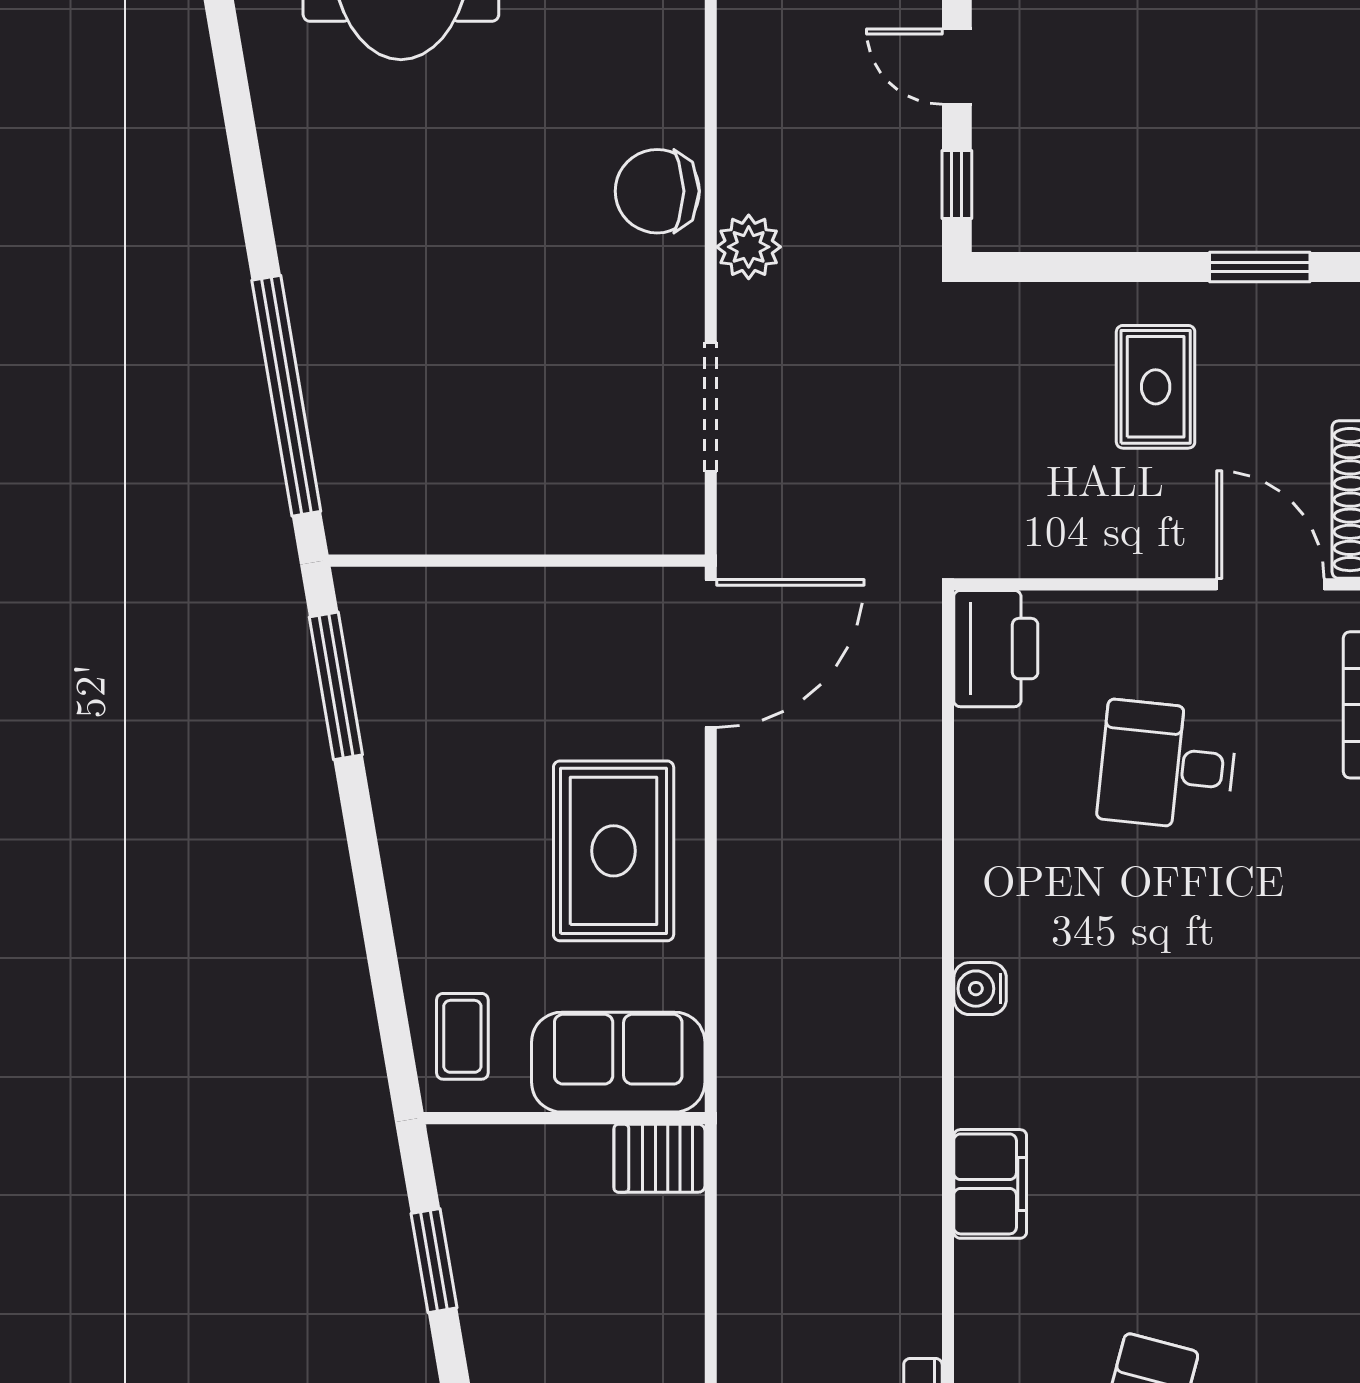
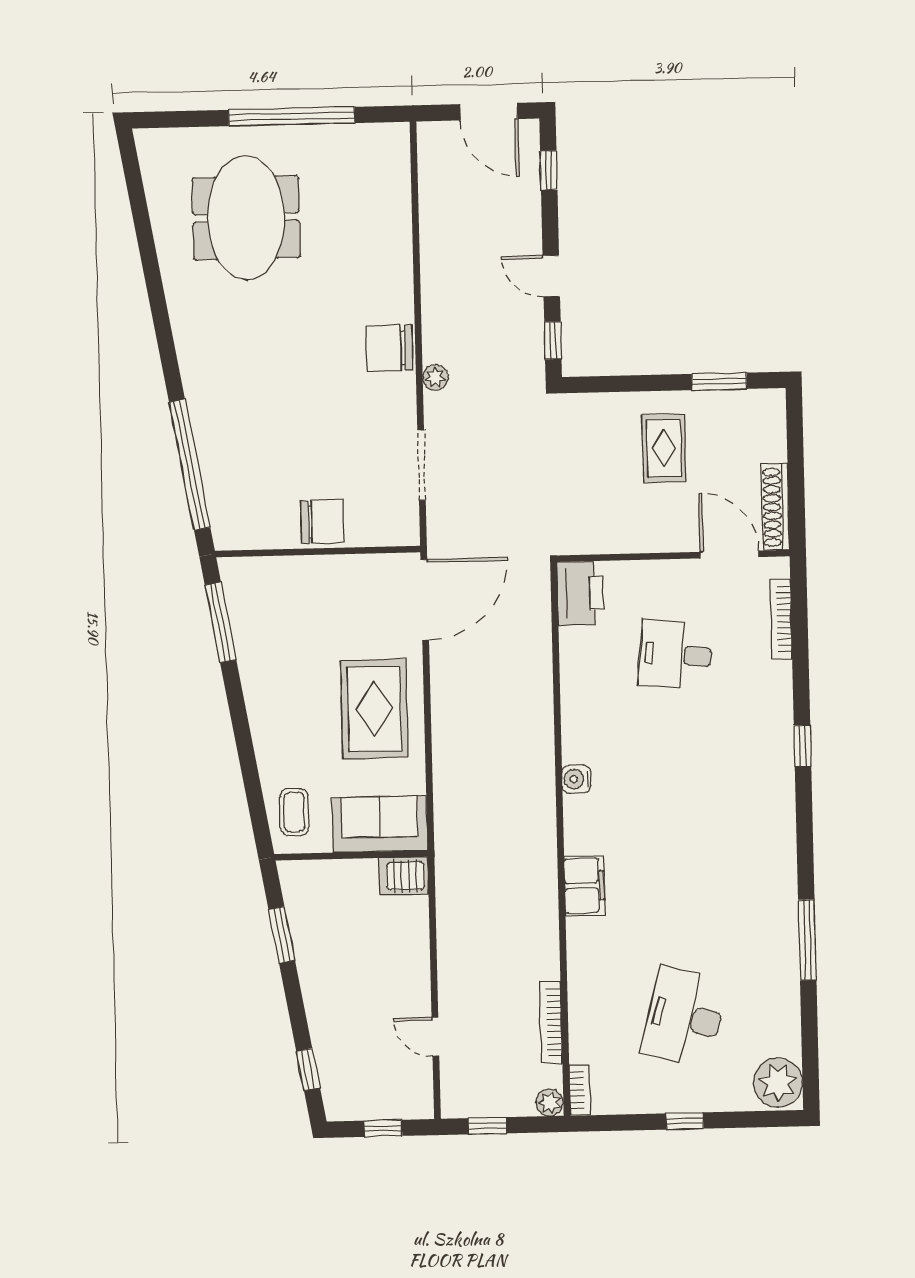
plant: (749, 247) -> (435, 377), width x0.73, depth x0.73
chair: (527, 506) -> (323, 521), added

